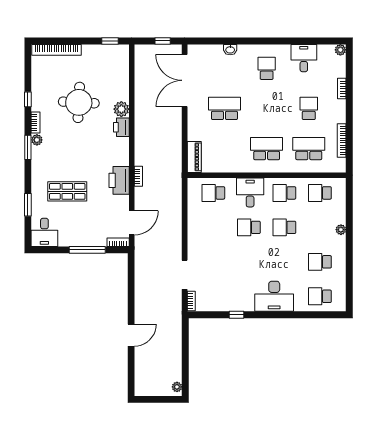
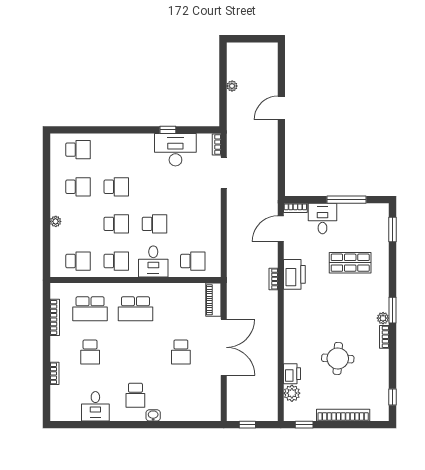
bookcase: (56, 50) -> (343, 415), moved
washbasin: (230, 50) -> (153, 415), moved
plant: (340, 50) -> (56, 415), removed
double door: (185, 80) -> (224, 347), moved
window: (28, 99) -> (393, 397), moved
round table: (79, 102) -> (338, 358), width x0.73, depth x0.73
school desk: (224, 108) -> (181, 352), width x0.54
plant: (121, 109) -> (292, 393), moved
printer: (121, 127) -> (292, 374), moved
window: (28, 205) -> (393, 230), moved
desk: (44, 232) -> (322, 219), moved
window: (87, 250) -> (346, 200), moved
school desk: (284, 262) -> (116, 187), added
desk: (274, 296) -> (175, 150), moved
plant: (177, 387) -> (232, 86), moved

